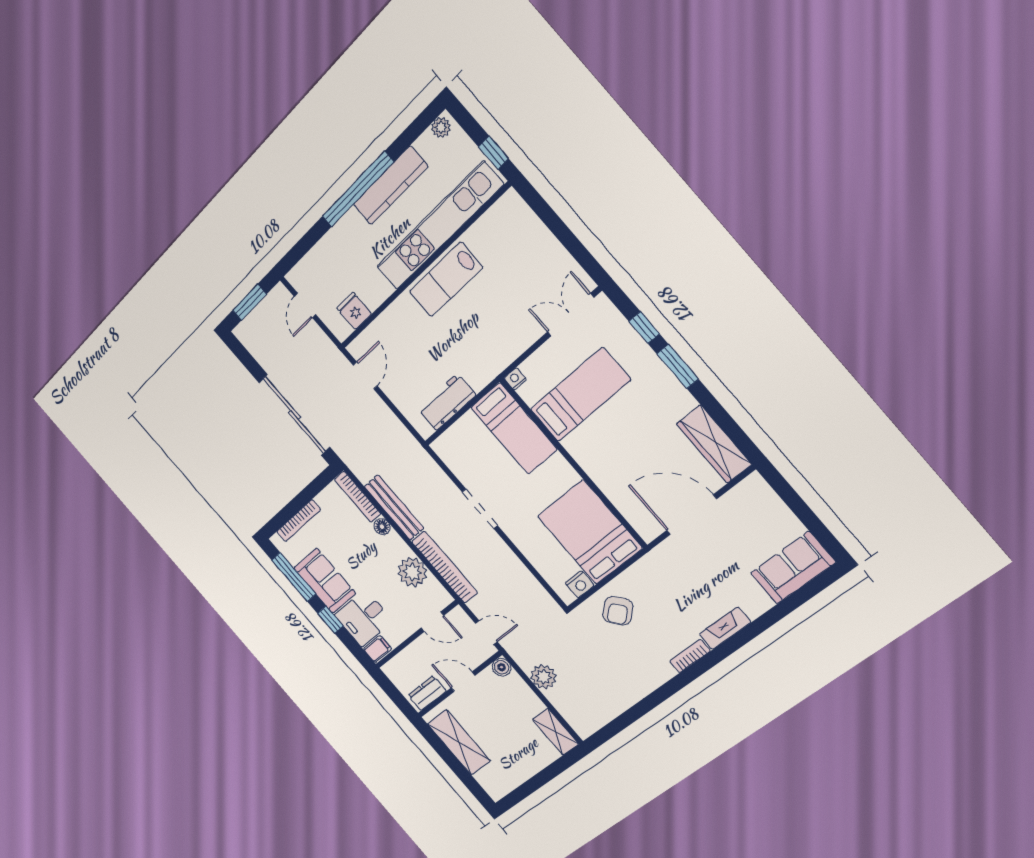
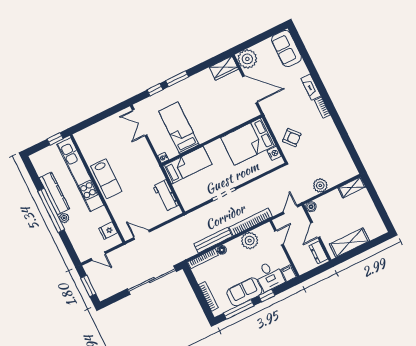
plant: (441, 127) -> (64, 218), moved
wardrobe: (714, 444) -> (224, 68), width x0.67
plant: (753, 496) -> (247, 59), added
door: (692, 515) -> (250, 89), swing flipped

